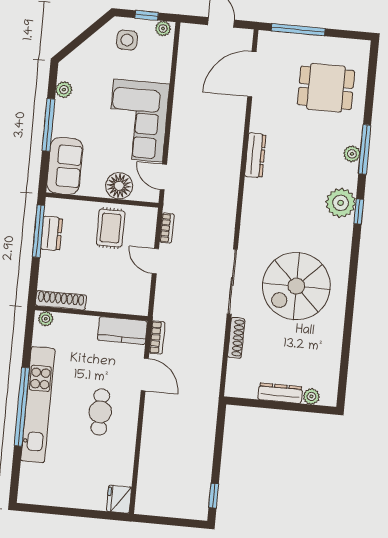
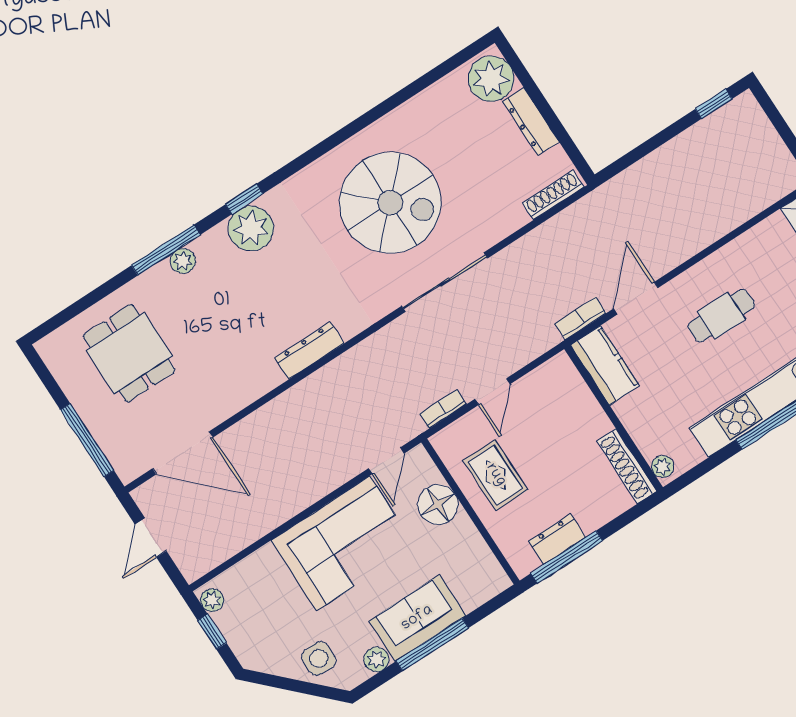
side table: (127, 40) -> (319, 658), moved
dresser: (255, 155) -> (309, 351), moved
sofa: (65, 166) -> (417, 618), moved
rug: (111, 228) -> (496, 475), turned 90
shoe rack: (236, 338) -> (553, 195), moved
plant: (311, 396) -> (491, 79), width x1.88, depth x1.88

